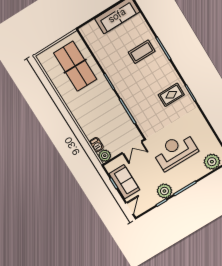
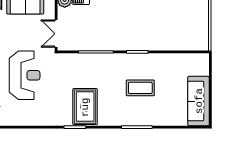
coffee table: (142, 52) -> (140, 88), moved, turned 90
table tennis table: (75, 66) -> (174, 27), removed
rug: (171, 95) -> (85, 107), width x1.36, depth x1.43

